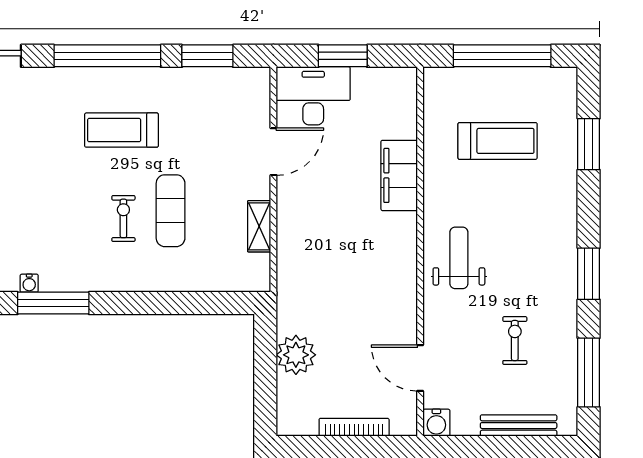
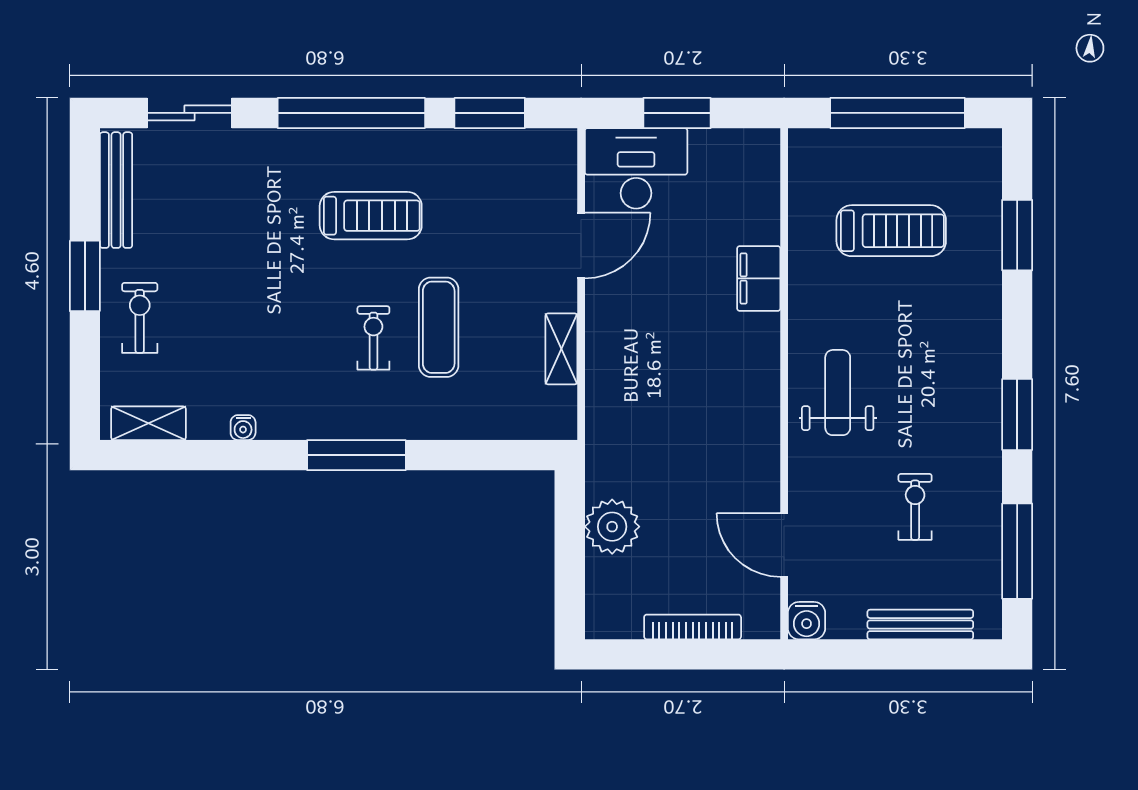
treadmill: (121, 130) -> (371, 216), turned 180
filing cabinet: (399, 175) -> (759, 278), width x0.67, depth x0.86
window: (53, 303) -> (356, 455), moved

